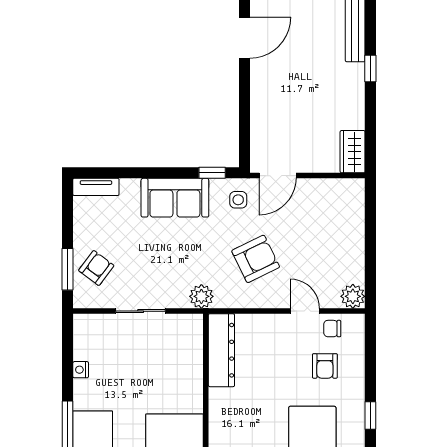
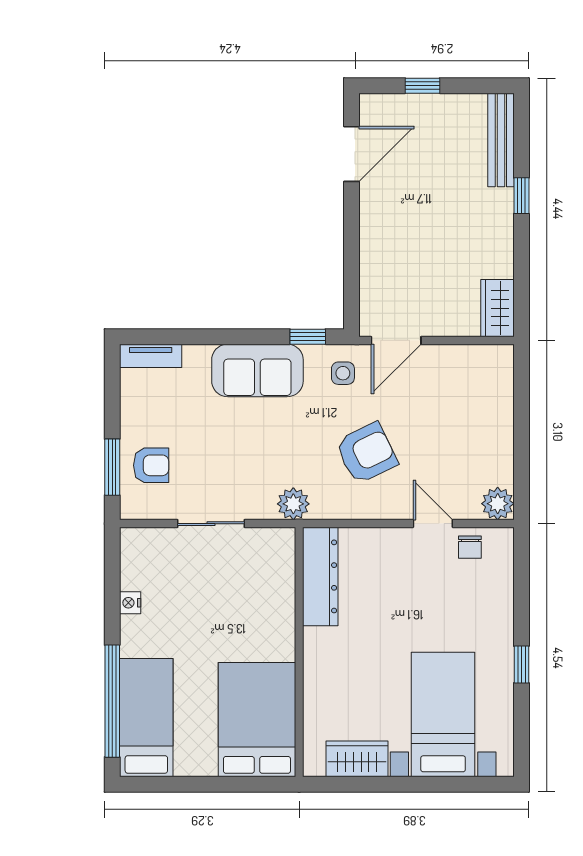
armchair: (96, 268) -> (151, 465), turned 53
chair: (332, 329) -> (470, 547), turned -90
armchair: (325, 366) -> (460, 598), removed

